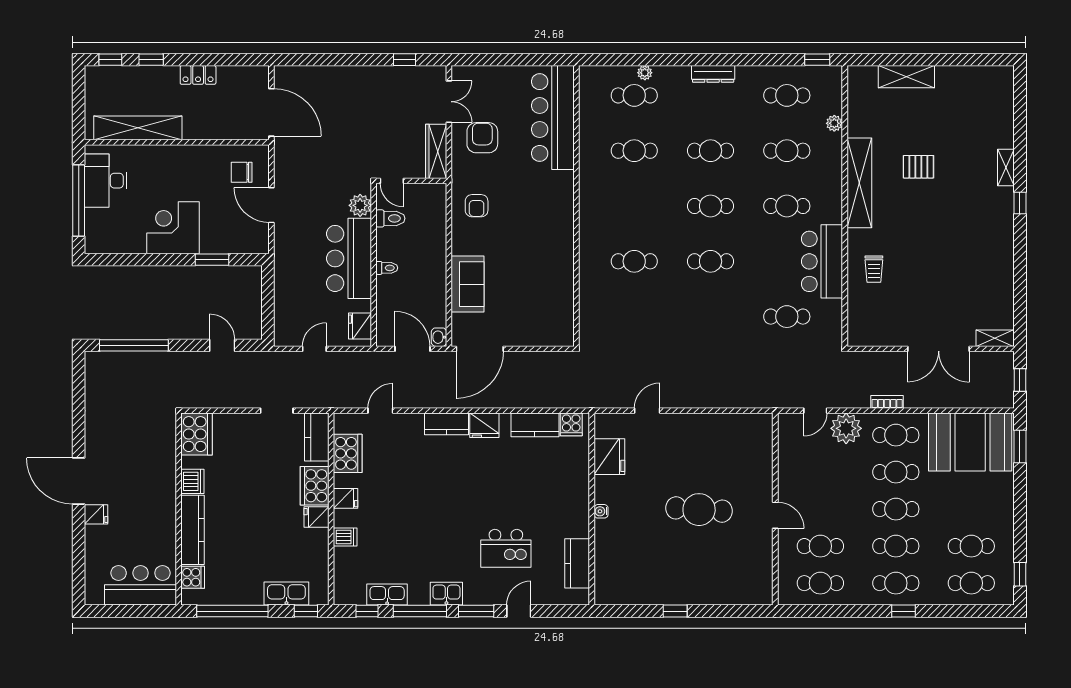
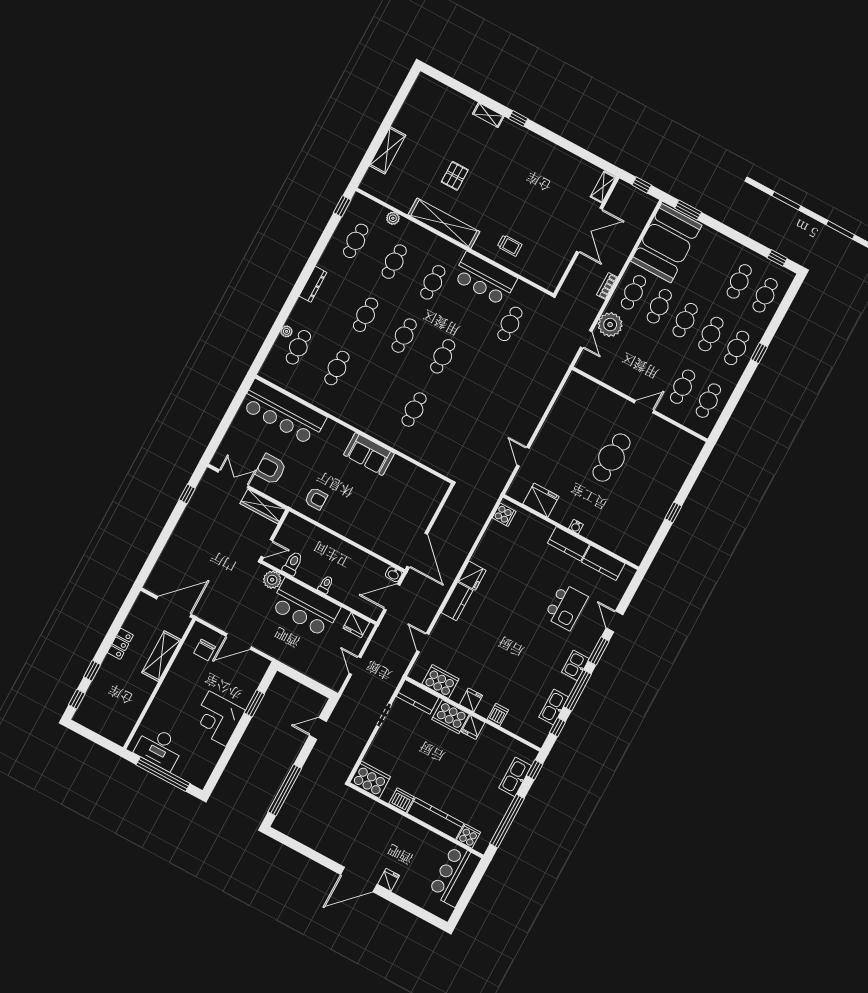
shelving: (138, 128) -> (161, 656), moved, width x0.68
sofa: (468, 284) -> (369, 454), moved, turned 180
kitchen counter: (535, 425) -> (568, 544), moved, turned 90

